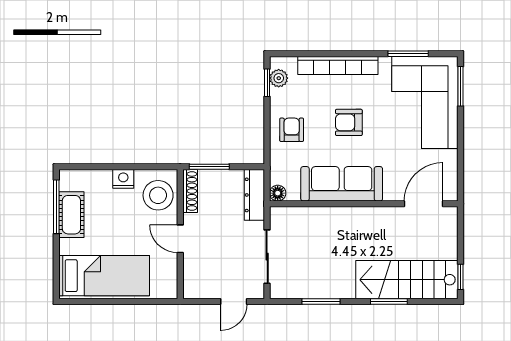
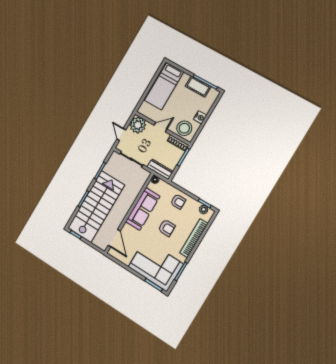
armchair: (349, 122) -> (167, 228), turned 90
stairs: (407, 280) -> (96, 207), width x1.36, depth x1.51
plant: (200, 282) -> (138, 125), added

